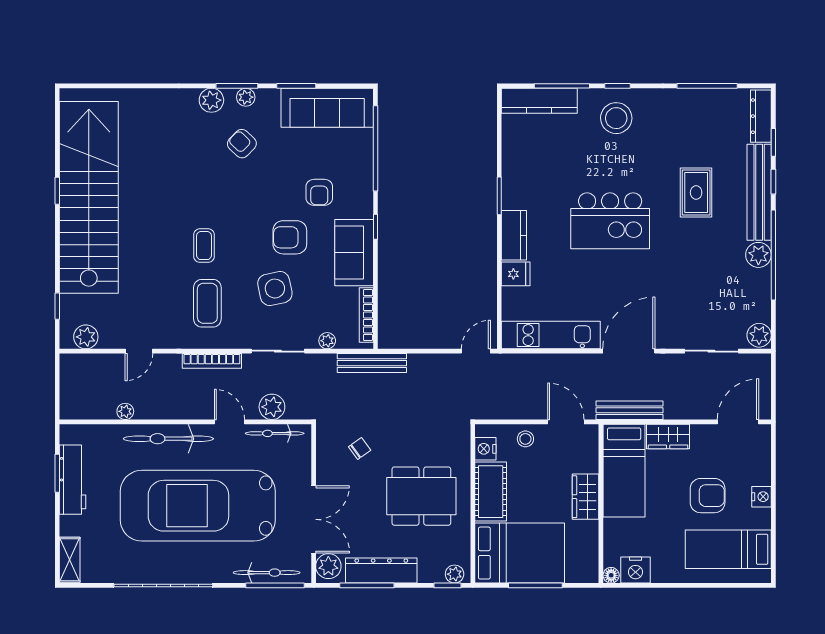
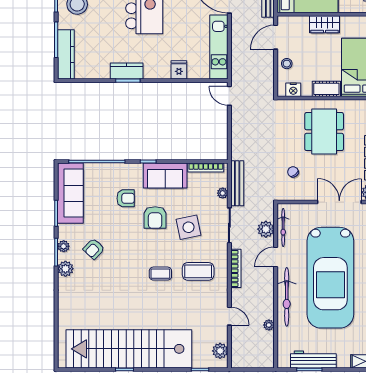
kitchen counter: (514, 235) -> (127, 71), moved
bench: (372, 363) -> (237, 183), moved
cot: (491, 492) -> (326, 89), width x0.73, depth x0.75

